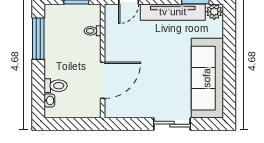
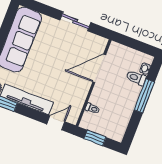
window: (38, 39) -> (144, 96), moved
sliding door: (172, 124) -> (75, 21), moved

